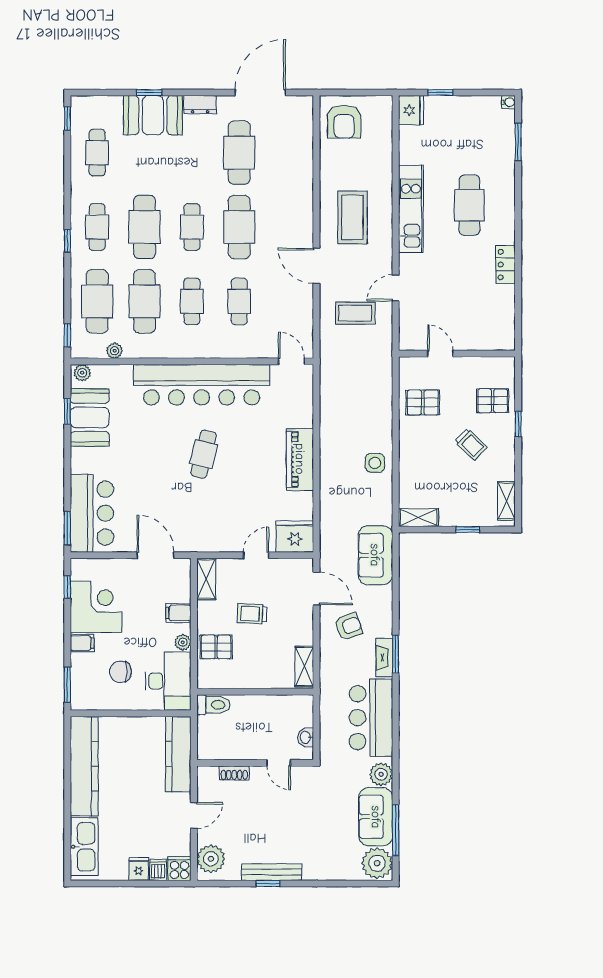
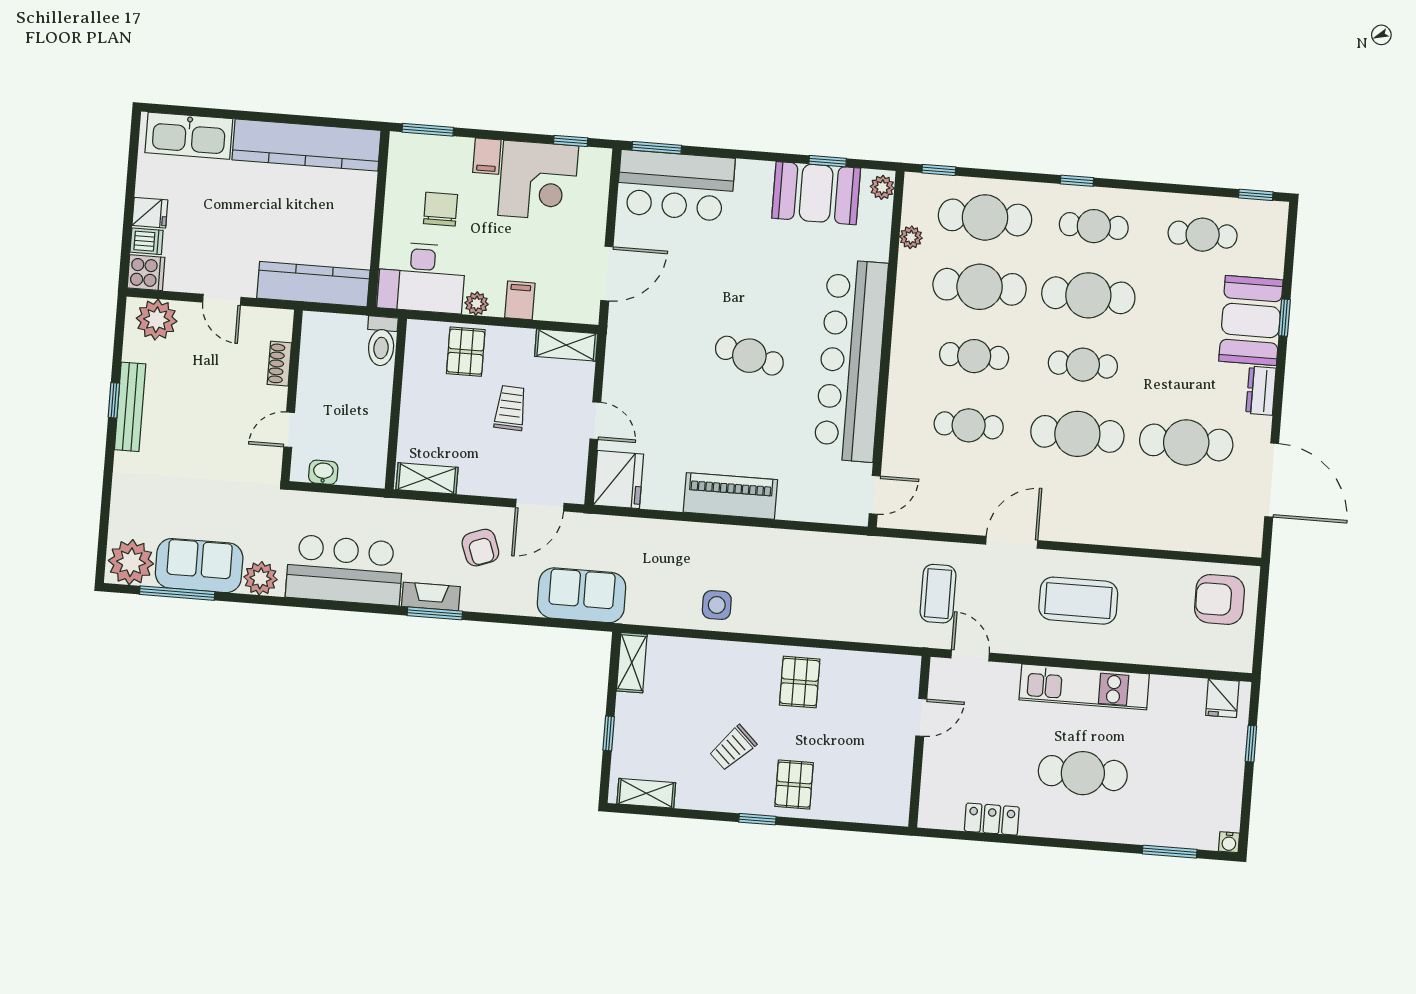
fridge: (411, 110) -> (1222, 698), width x0.72
door: (440, 354) -> (921, 717), moved
wall: (457, 354) -> (919, 742), moved

